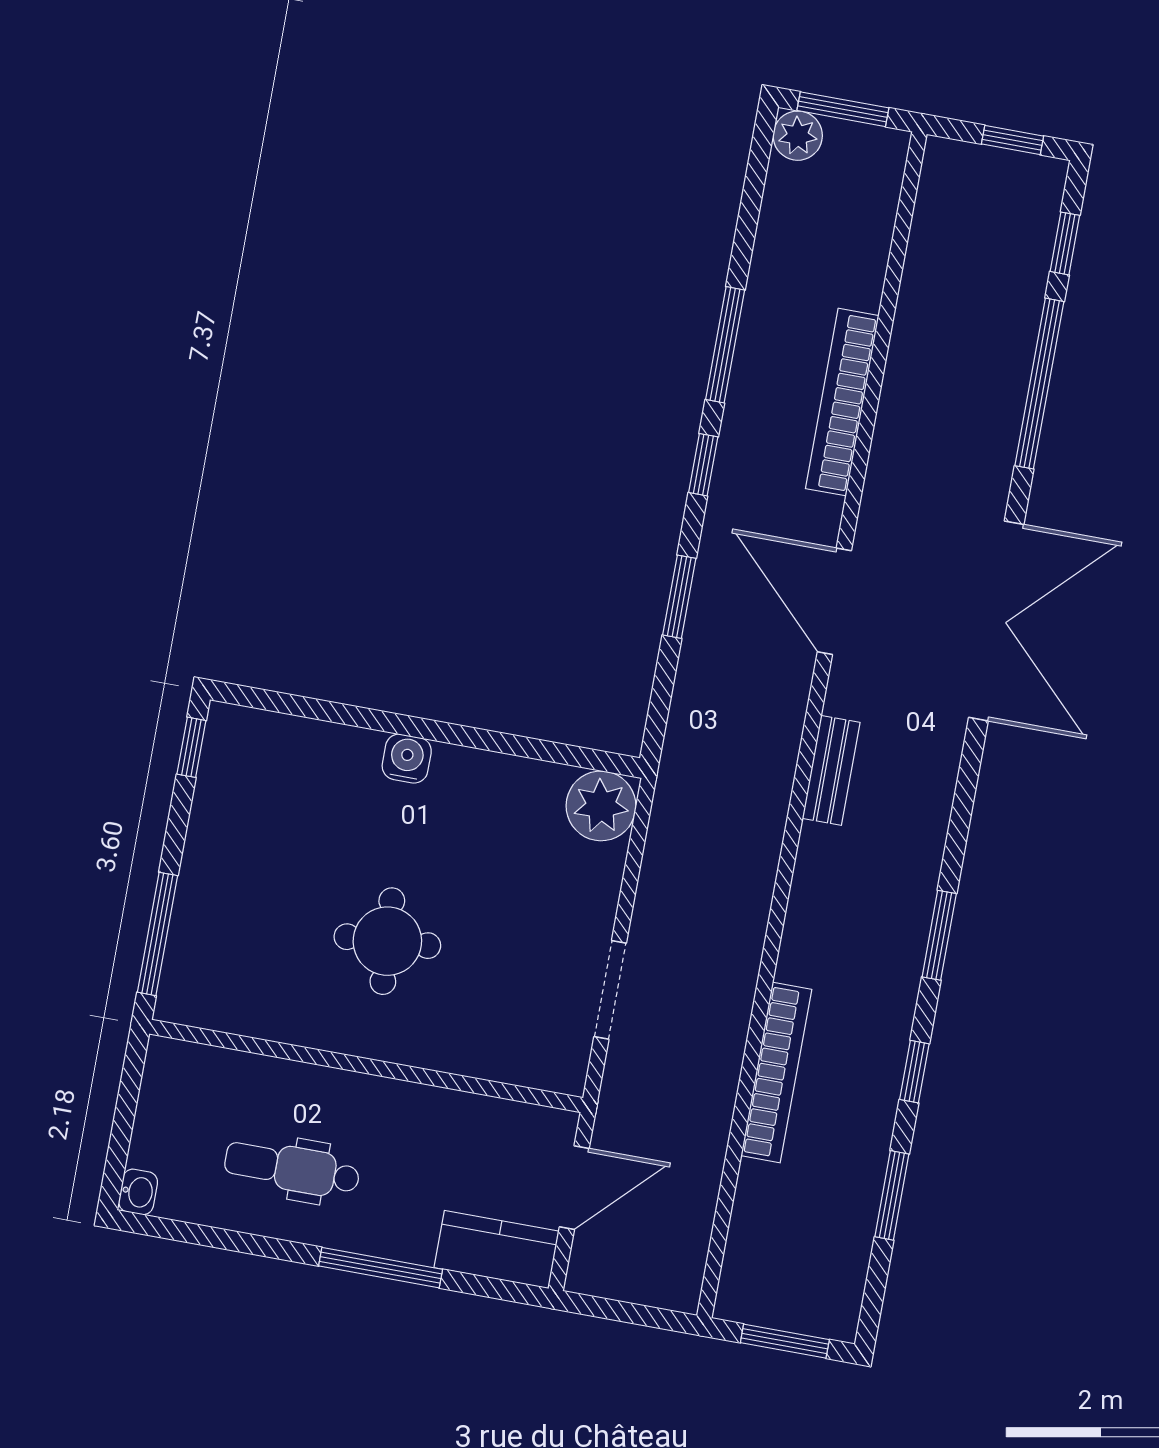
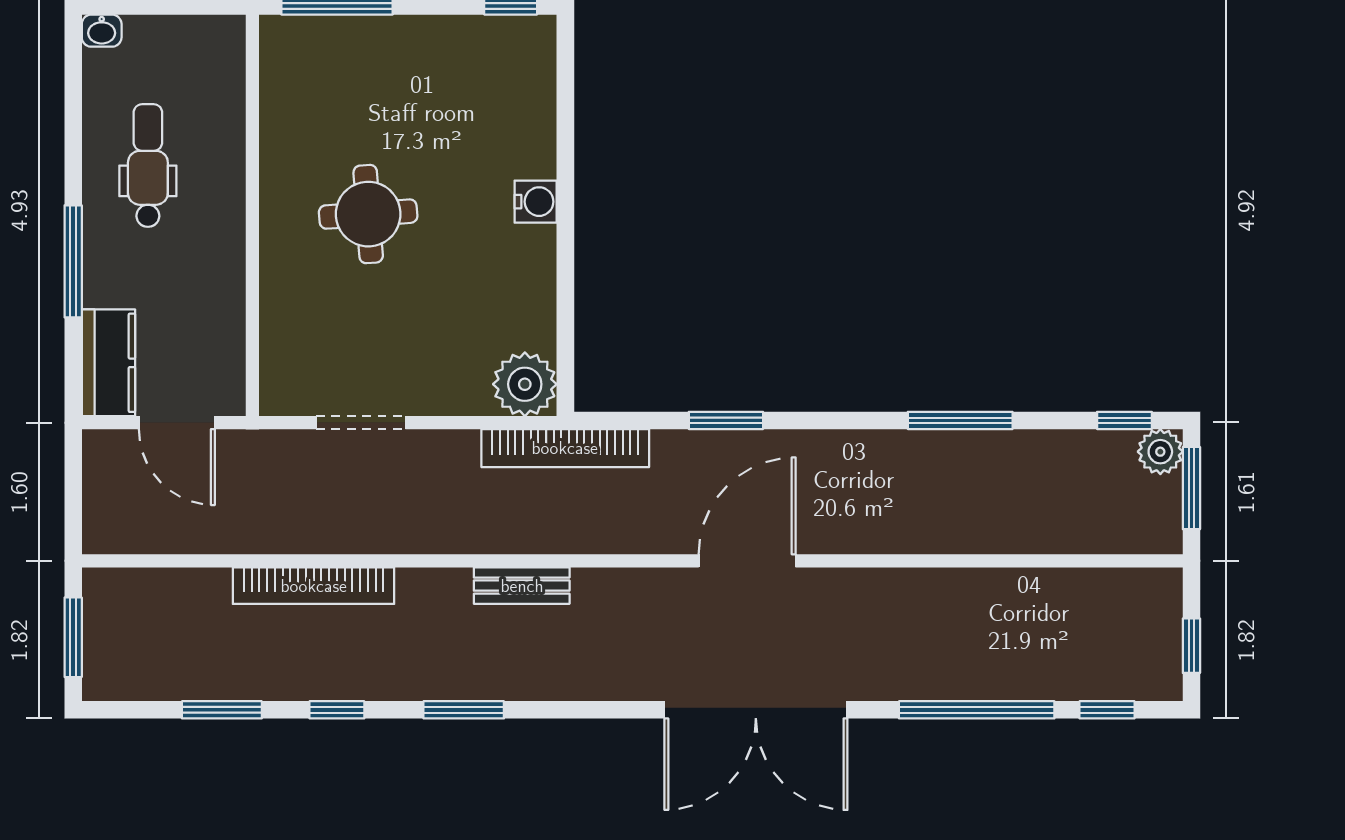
bookcase: (842, 402) -> (565, 448), moved, turned 180
window: (703, 465) -> (1124, 420), moved
bench: (831, 770) -> (522, 586), moved

